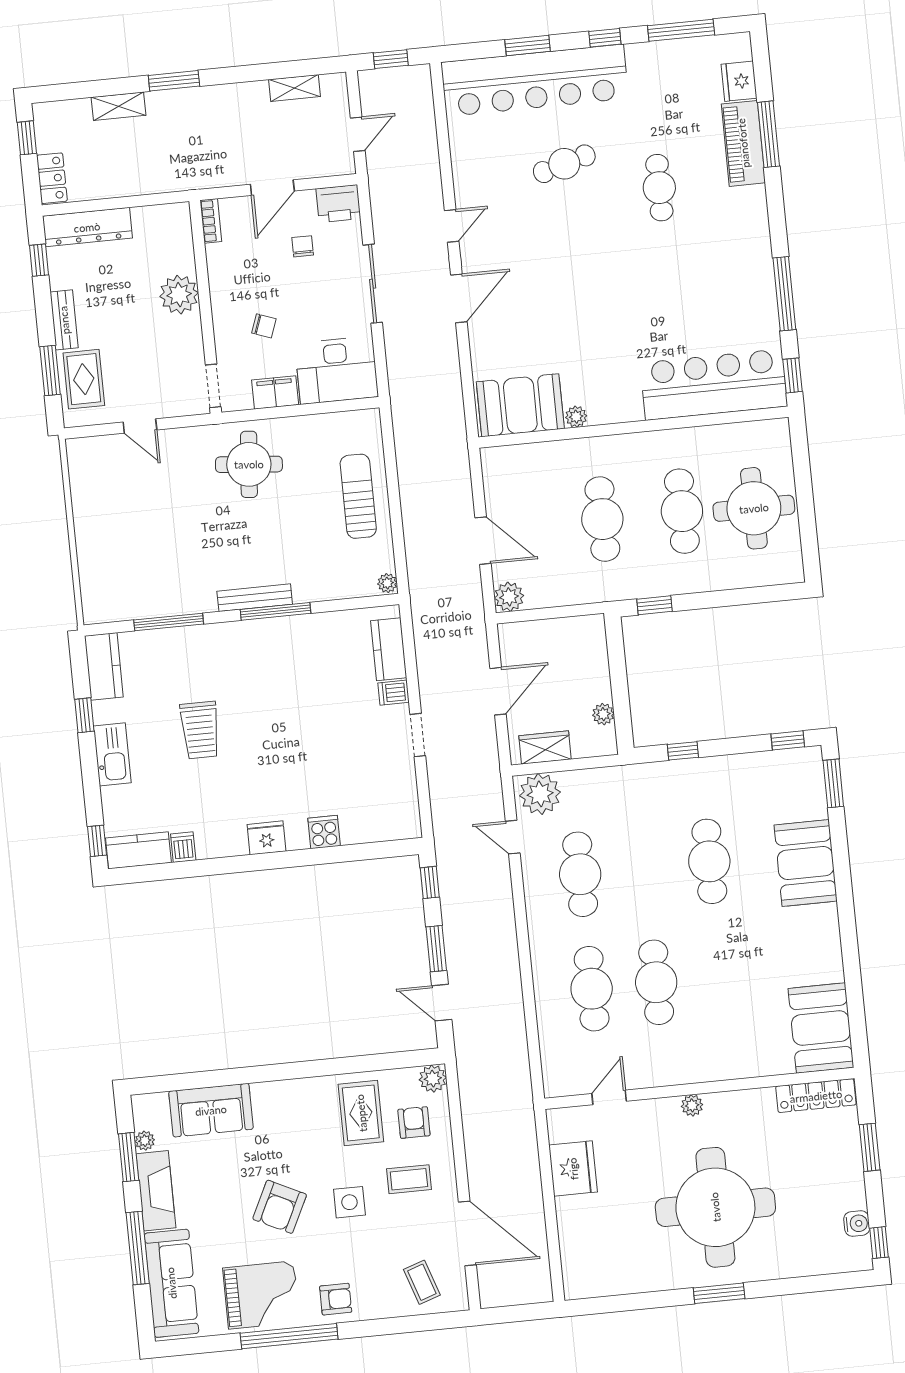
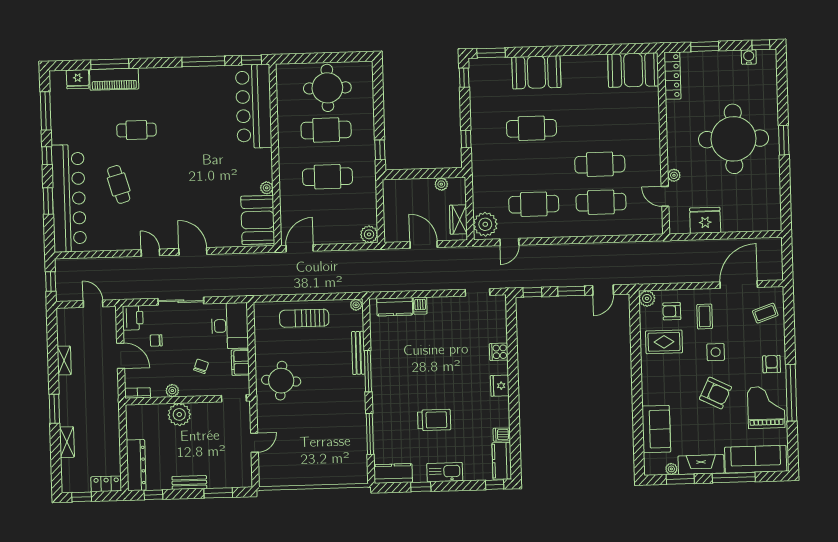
shelving: (294, 88) -> (64, 360), moved
plant: (219, 280) -> (172, 391), added
rug: (84, 379) -> (225, 474), removed
door: (483, 541) -> (300, 248), moved
bench: (255, 598) -> (358, 353), moved
doorway: (418, 735) -> (477, 292), moved
plant: (692, 1105) -> (674, 175), moved

